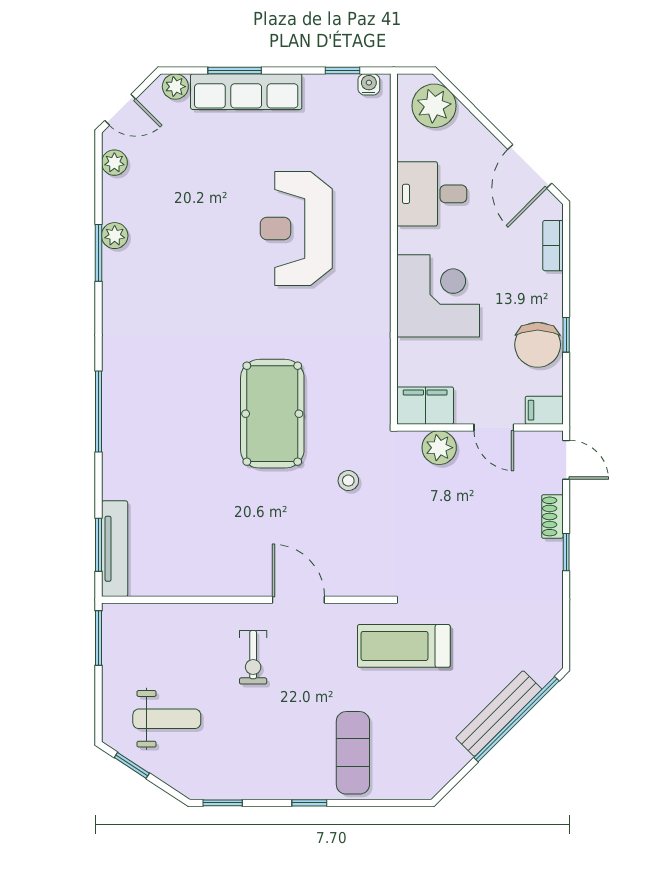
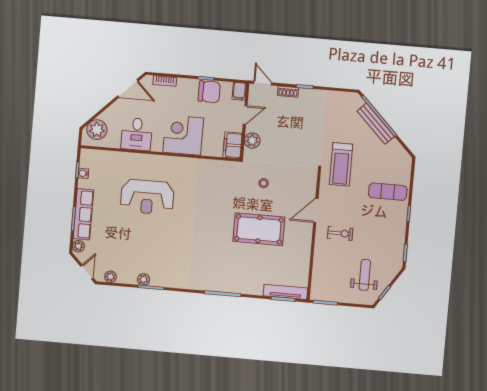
water cooler: (369, 84) -> (83, 173), moved
pool table: (272, 414) -> (259, 229), moved
door: (566, 460) -> (263, 83), hinge flipped

